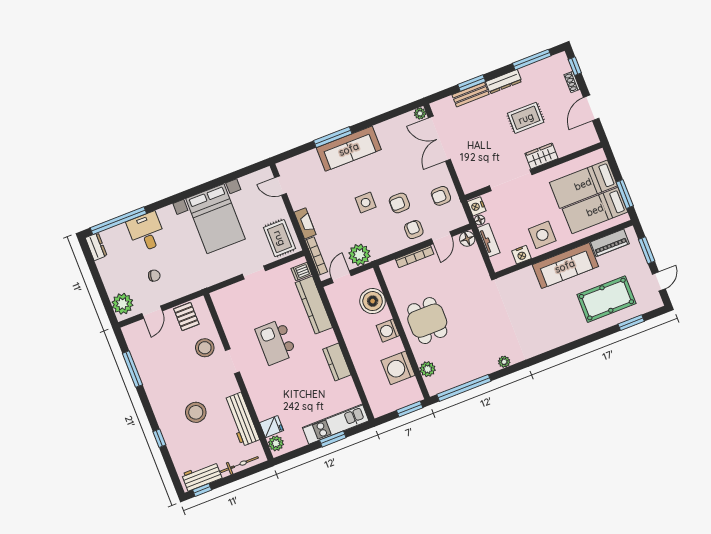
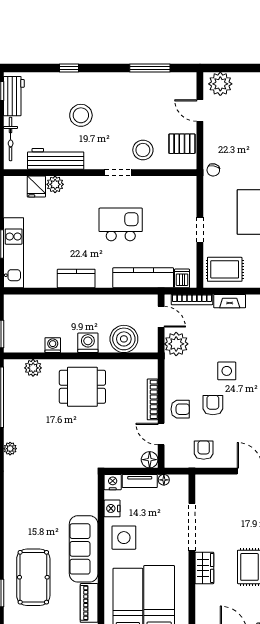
nightstand: (477, 206) -> (113, 482), moved
chair: (154, 276) -> (213, 170), moved
washing machine: (398, 368) -> (53, 345), width x0.53, depth x0.53
plant: (276, 443) -> (55, 184), moved

